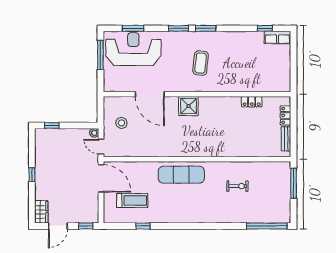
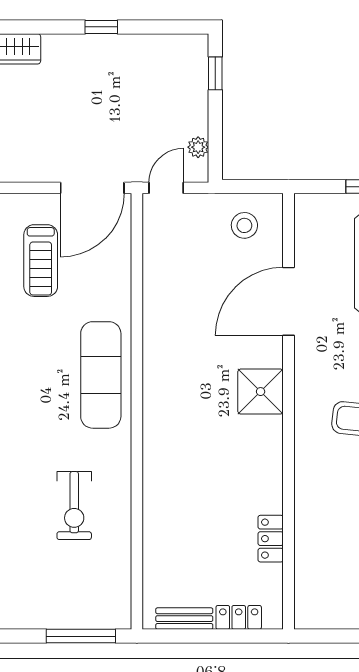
stool: (121, 123) -> (244, 225), moved
plant: (94, 133) -> (198, 147), moved
exercise bike: (237, 186) -> (74, 506), width x1.38, depth x1.39

